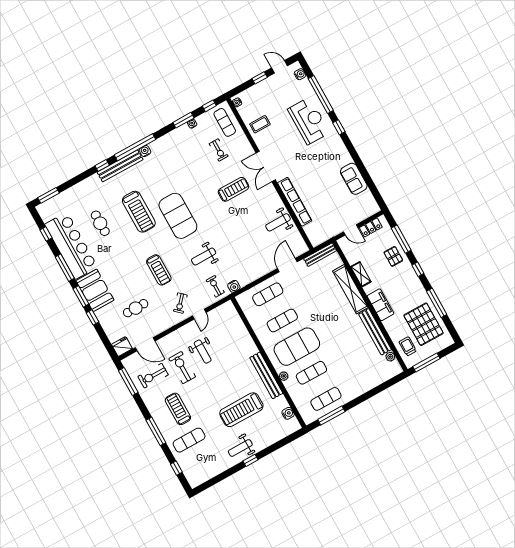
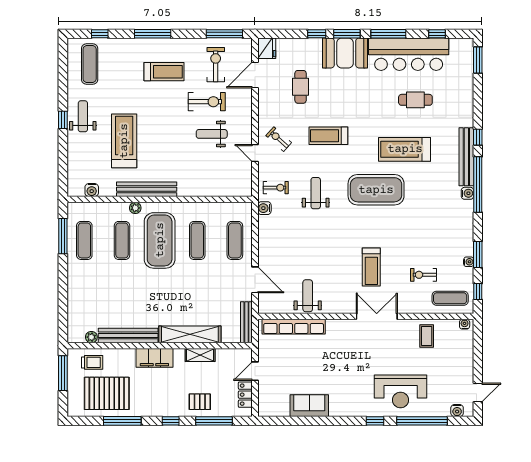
window: (260, 78) -> (478, 364), removed
row of seats: (295, 202) -> (294, 327), moved
exercise mat: (189, 440) -> (90, 64), moved

